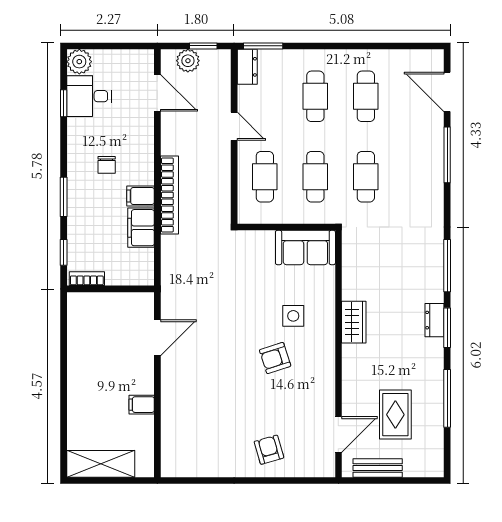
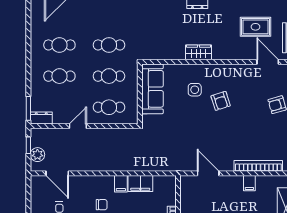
door: (157, 93) -> (57, 173), swing flipped
bookcase: (169, 195) -> (258, 166), moved
sofa: (305, 248) -> (153, 89), width x1.36

